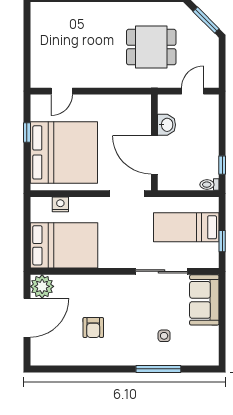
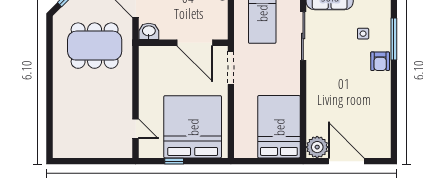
dining table: (151, 47) -> (95, 46), width x1.38
washbasin: (167, 125) -> (149, 31), moved
door: (154, 155) -> (195, 43), hinge flipped
nightstand: (60, 204) -> (241, 130), removed
armchair: (93, 328) -> (380, 61), moved, turned 90

